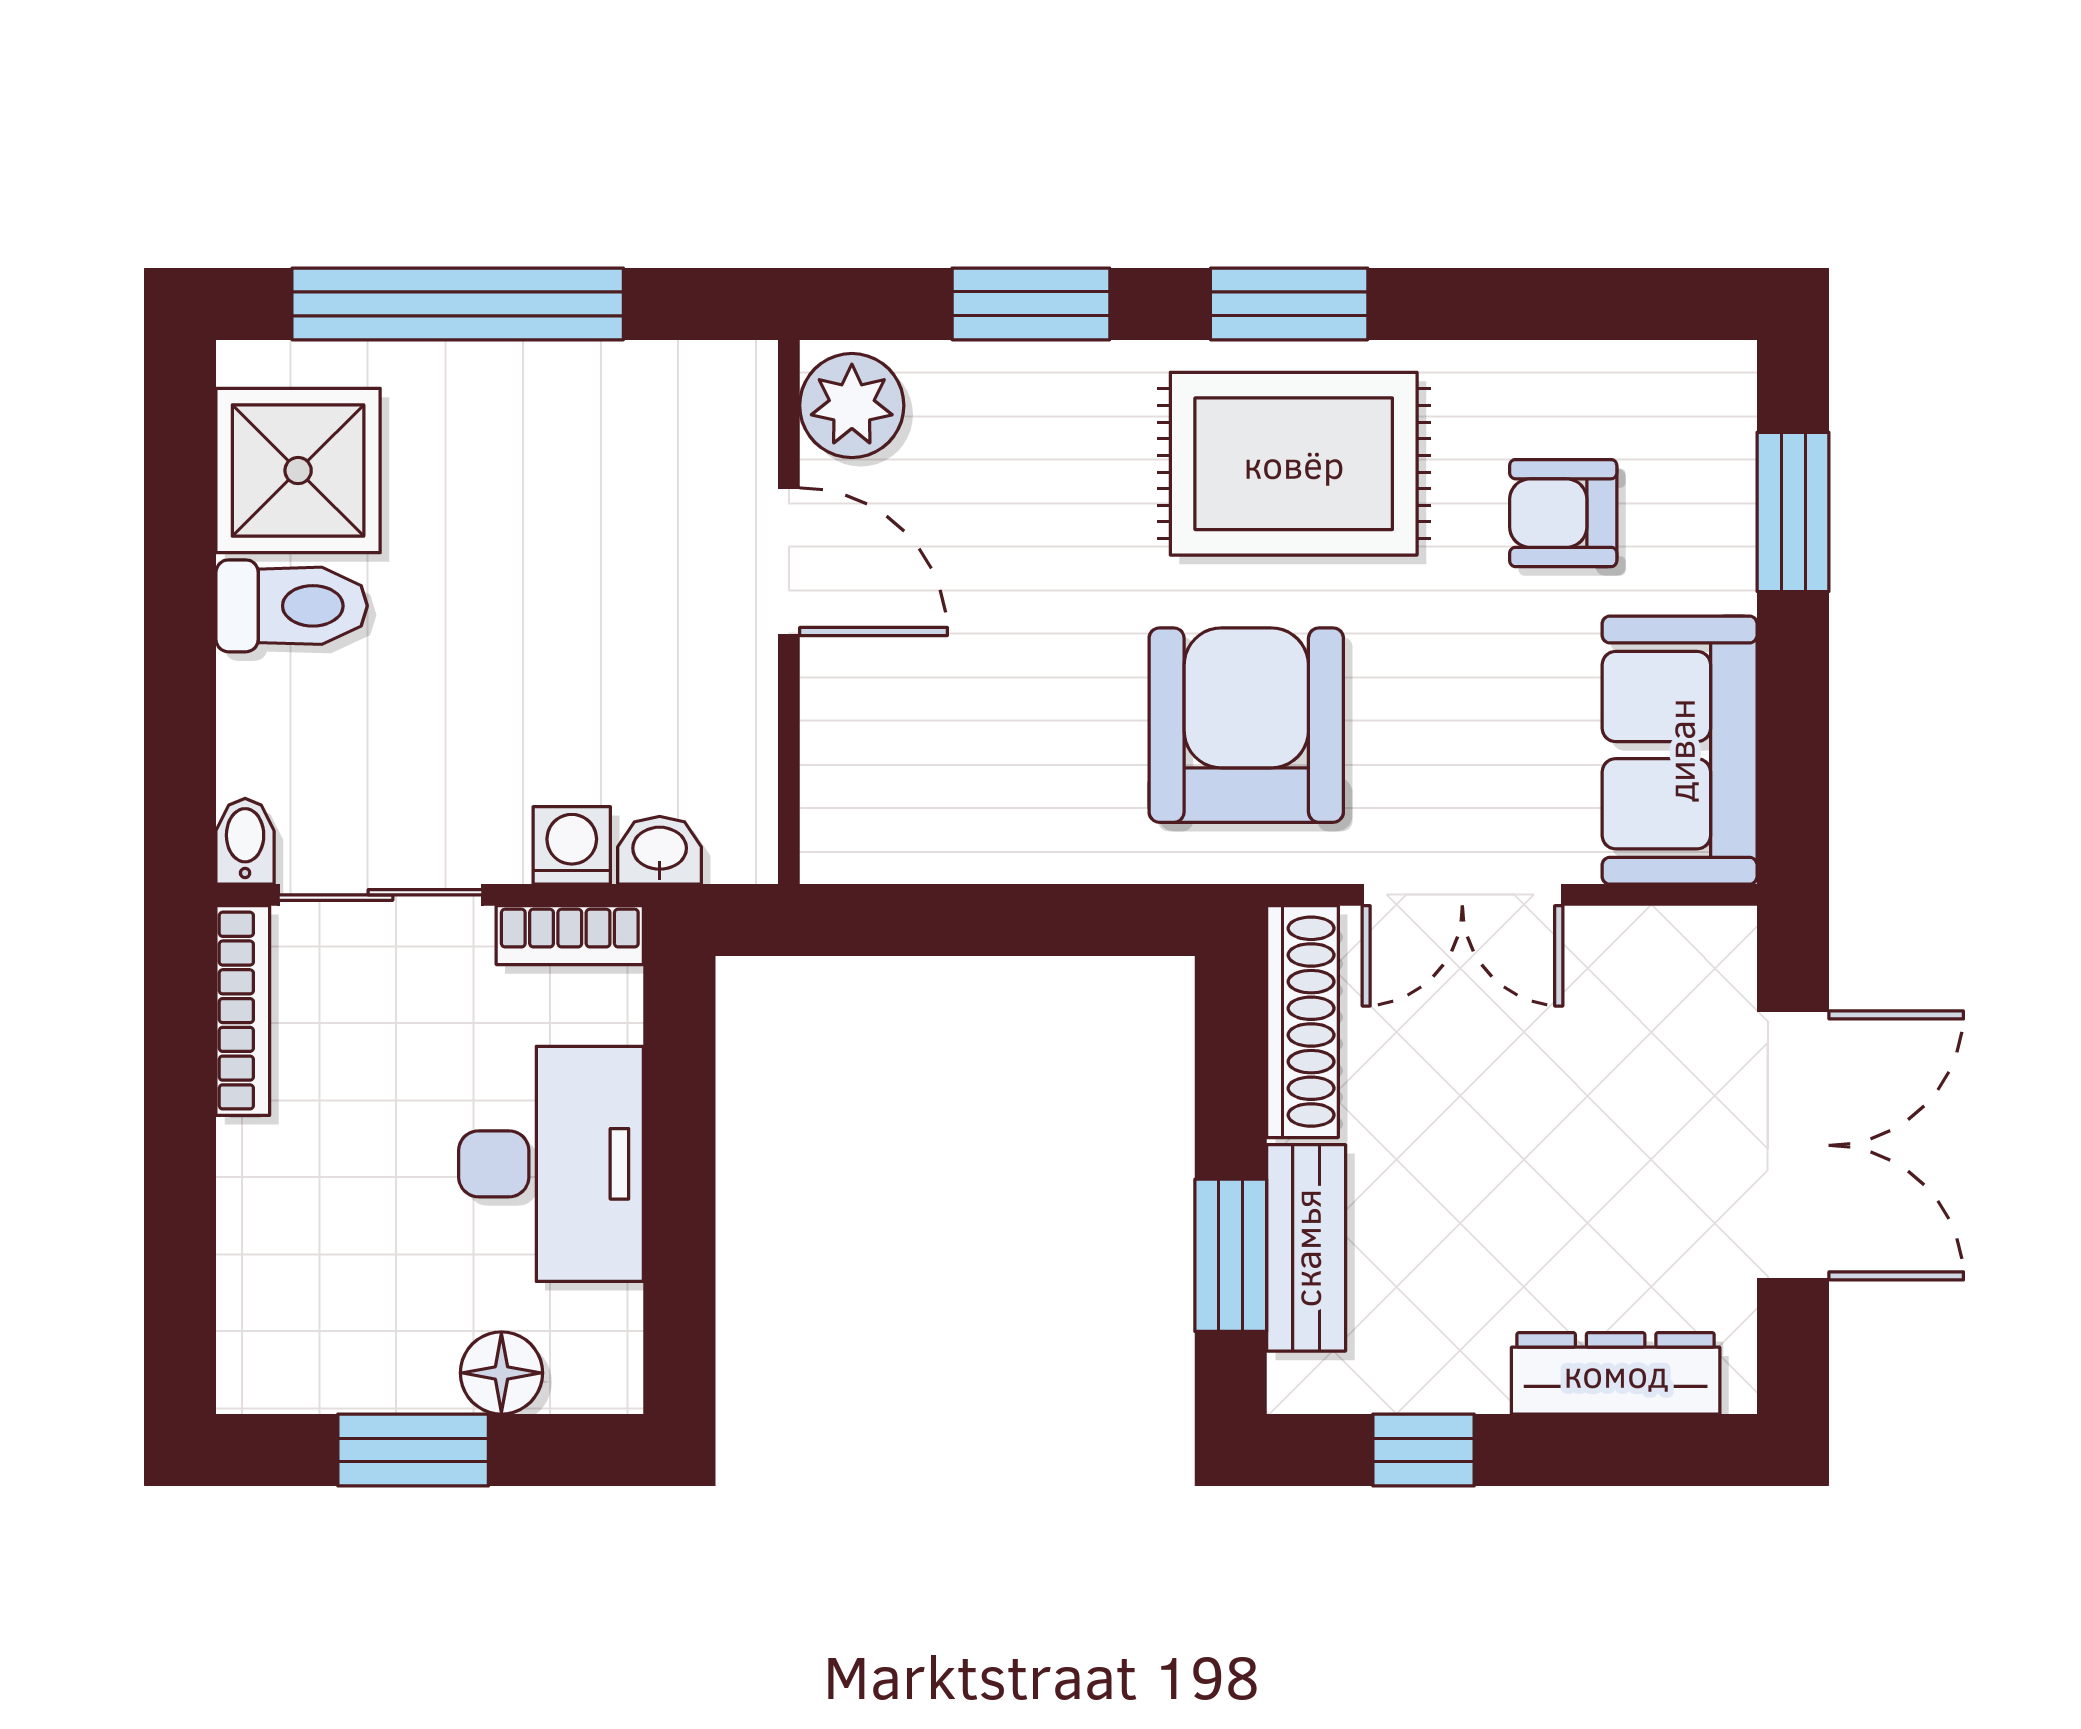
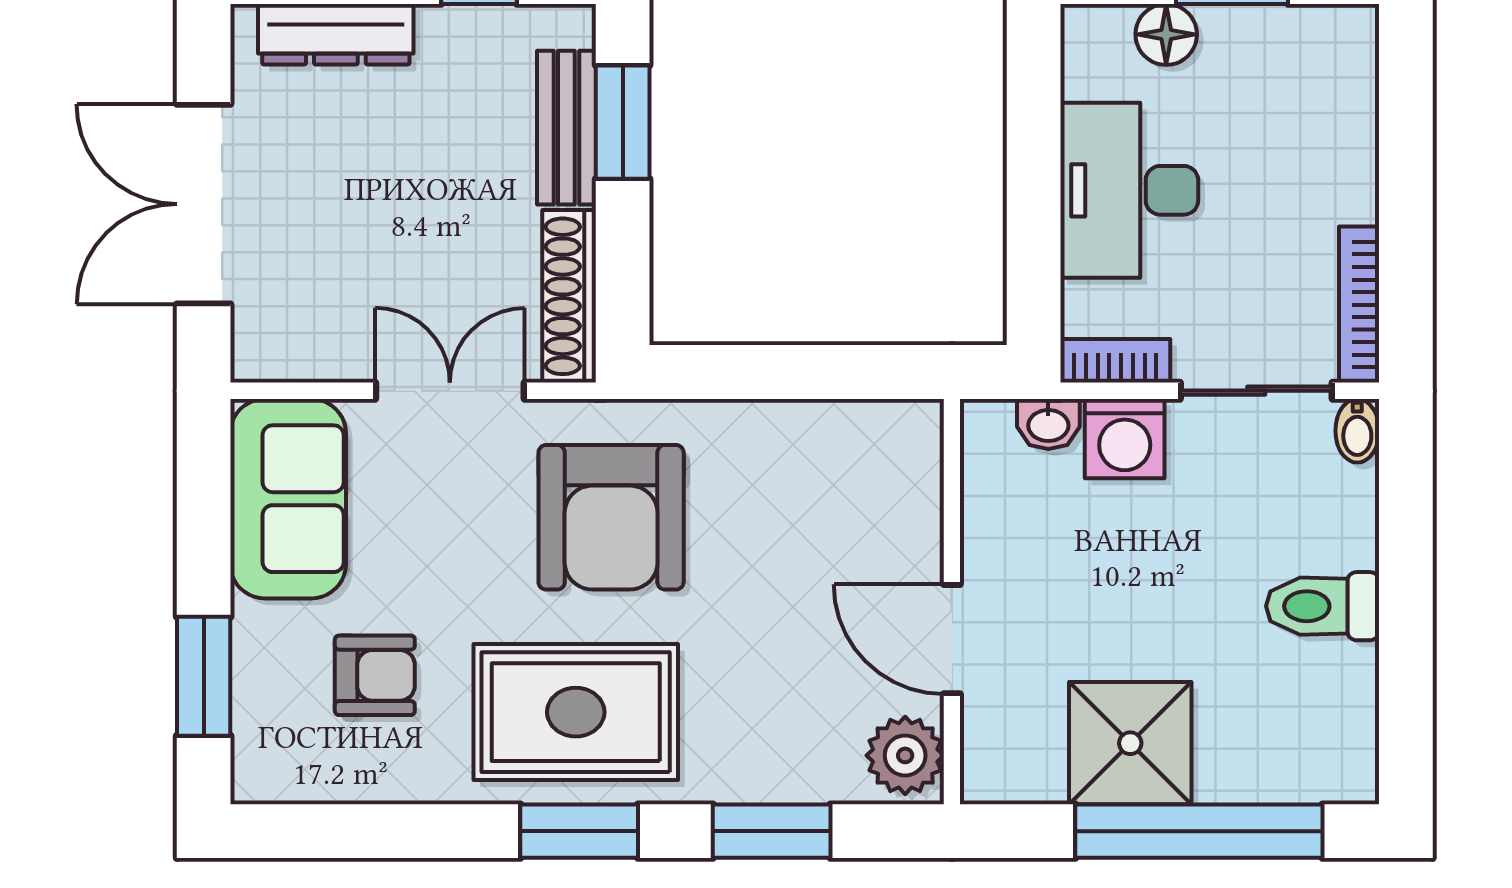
shower: (298, 471) -> (1130, 743), moved
washing machine: (572, 845) -> (1125, 439), width x1.38, depth x1.38

